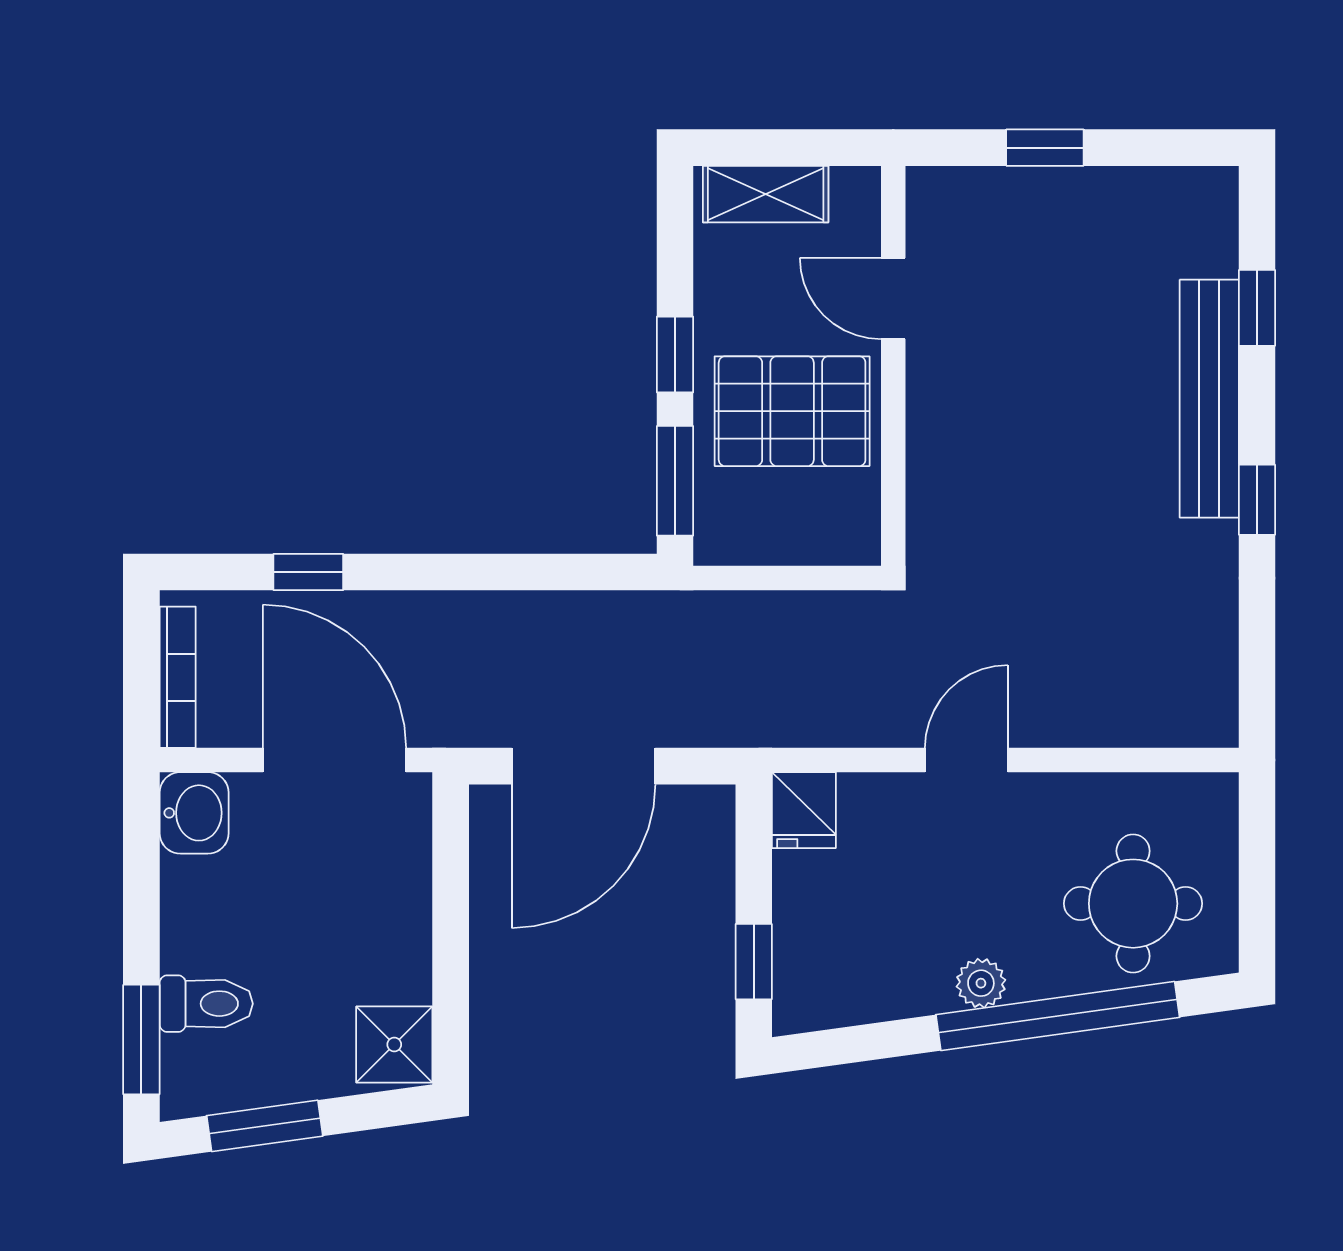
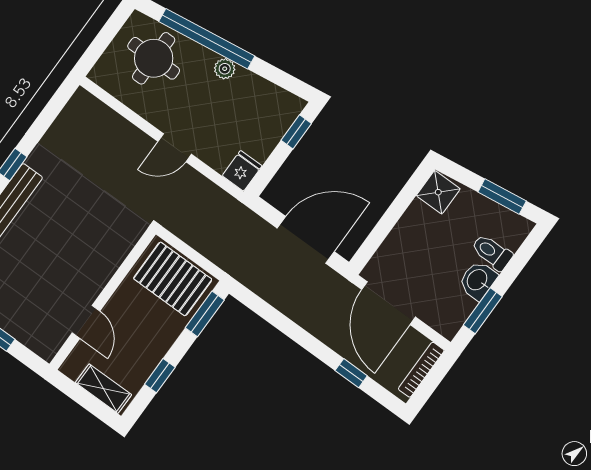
window: (675, 355) -> (160, 376), moved
pallet: (792, 411) -> (173, 279), moved
washbasin: (194, 813) -> (478, 280), moved
window: (141, 1040) -> (483, 311), moved

